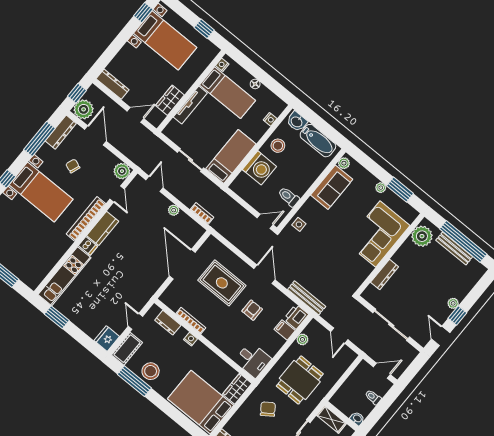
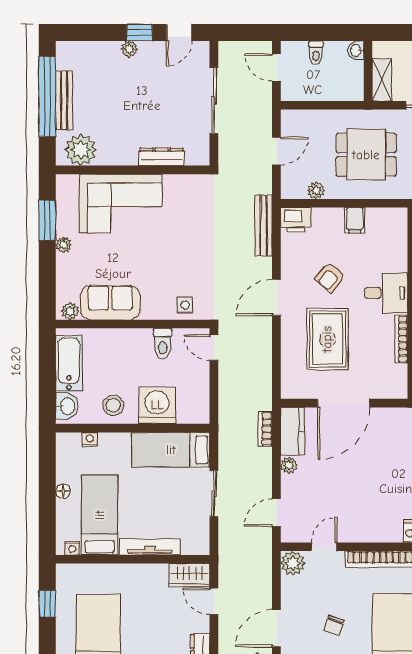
wardrobe: (170, 100) -> (189, 575), moved
kitchen counter: (103, 228) -> (293, 431), moved, turned 90
armchair: (252, 310) -> (330, 277), turned -50
filing cabinet: (285, 330) -> (355, 220), moved
desk: (253, 360) -> (386, 293), moved, turned 90

